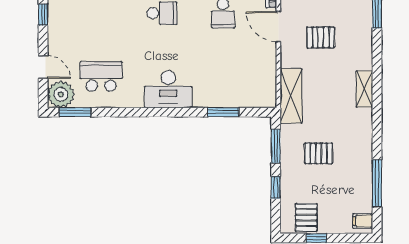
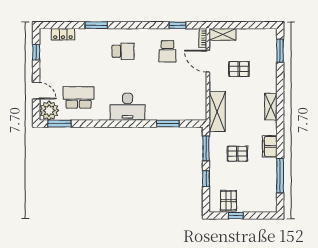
filing cabinet: (363, 221) -> (270, 146), moved, width x2.00

